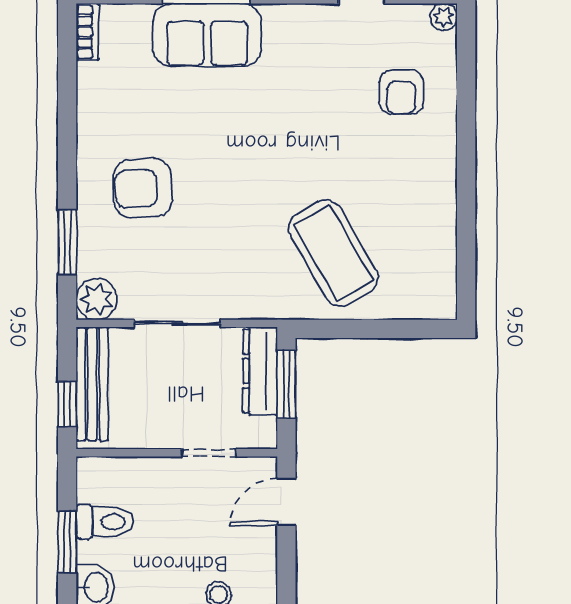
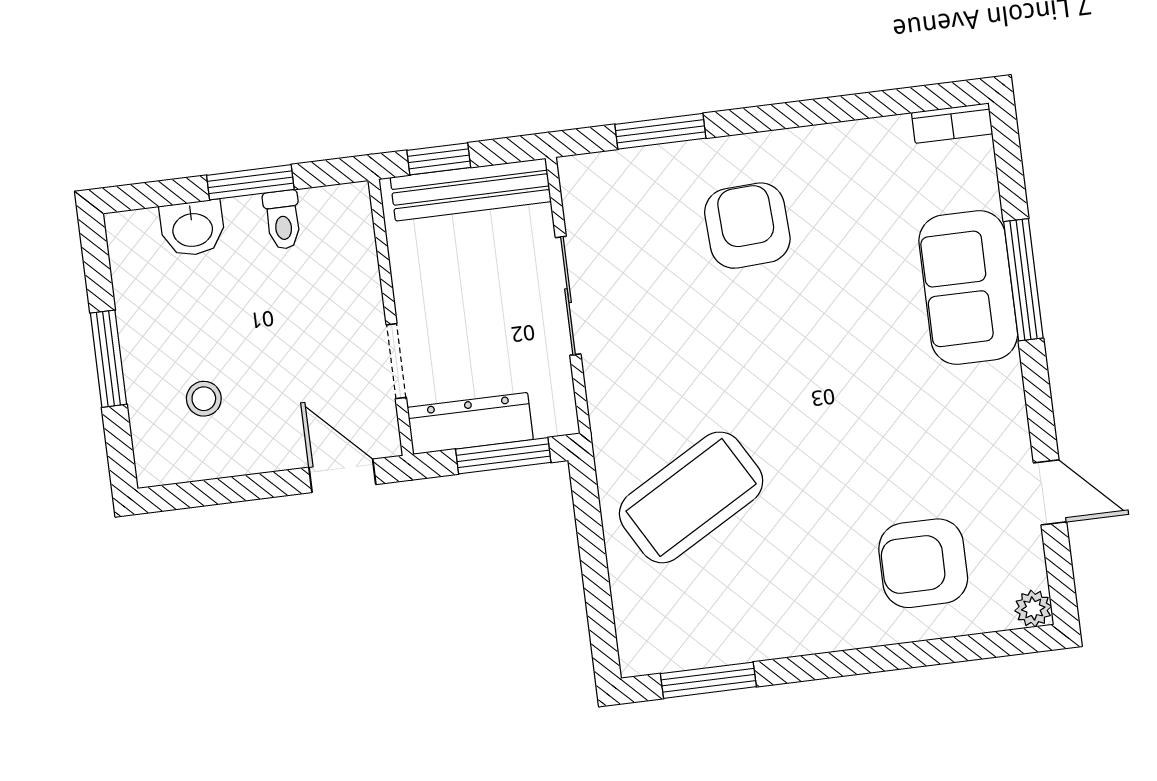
armchair: (401, 92) -> (923, 563), width x1.38, depth x1.38
window: (466, 257) -> (708, 680), added
plant: (97, 299) -> (587, 182), removed
dresser: (260, 371) -> (470, 423), moved
toilet: (105, 522) -> (283, 220), width x0.73, depth x0.72

